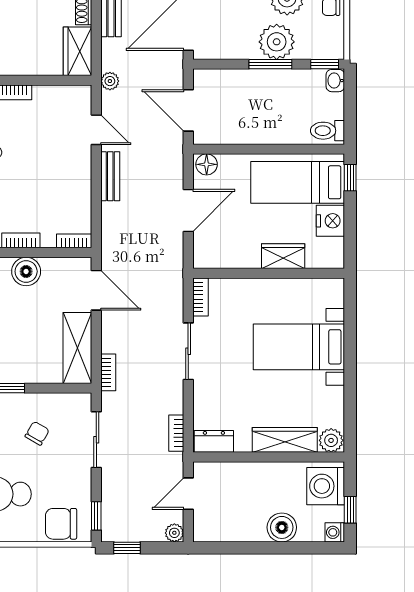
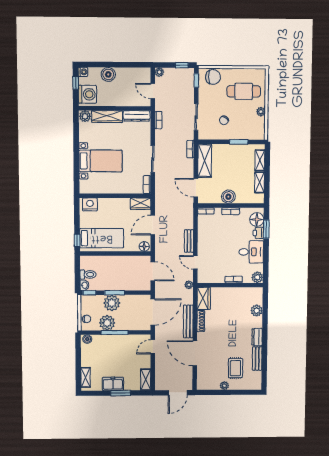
toilet: (327, 131) -> (88, 274), moved
nightstand: (330, 221) -> (90, 204), moved, turned 90
wardrobe: (283, 256) -> (141, 204), moved
dresser: (214, 441) -> (137, 116), width x1.44
door: (188, 494) -> (153, 91), swing flipped

